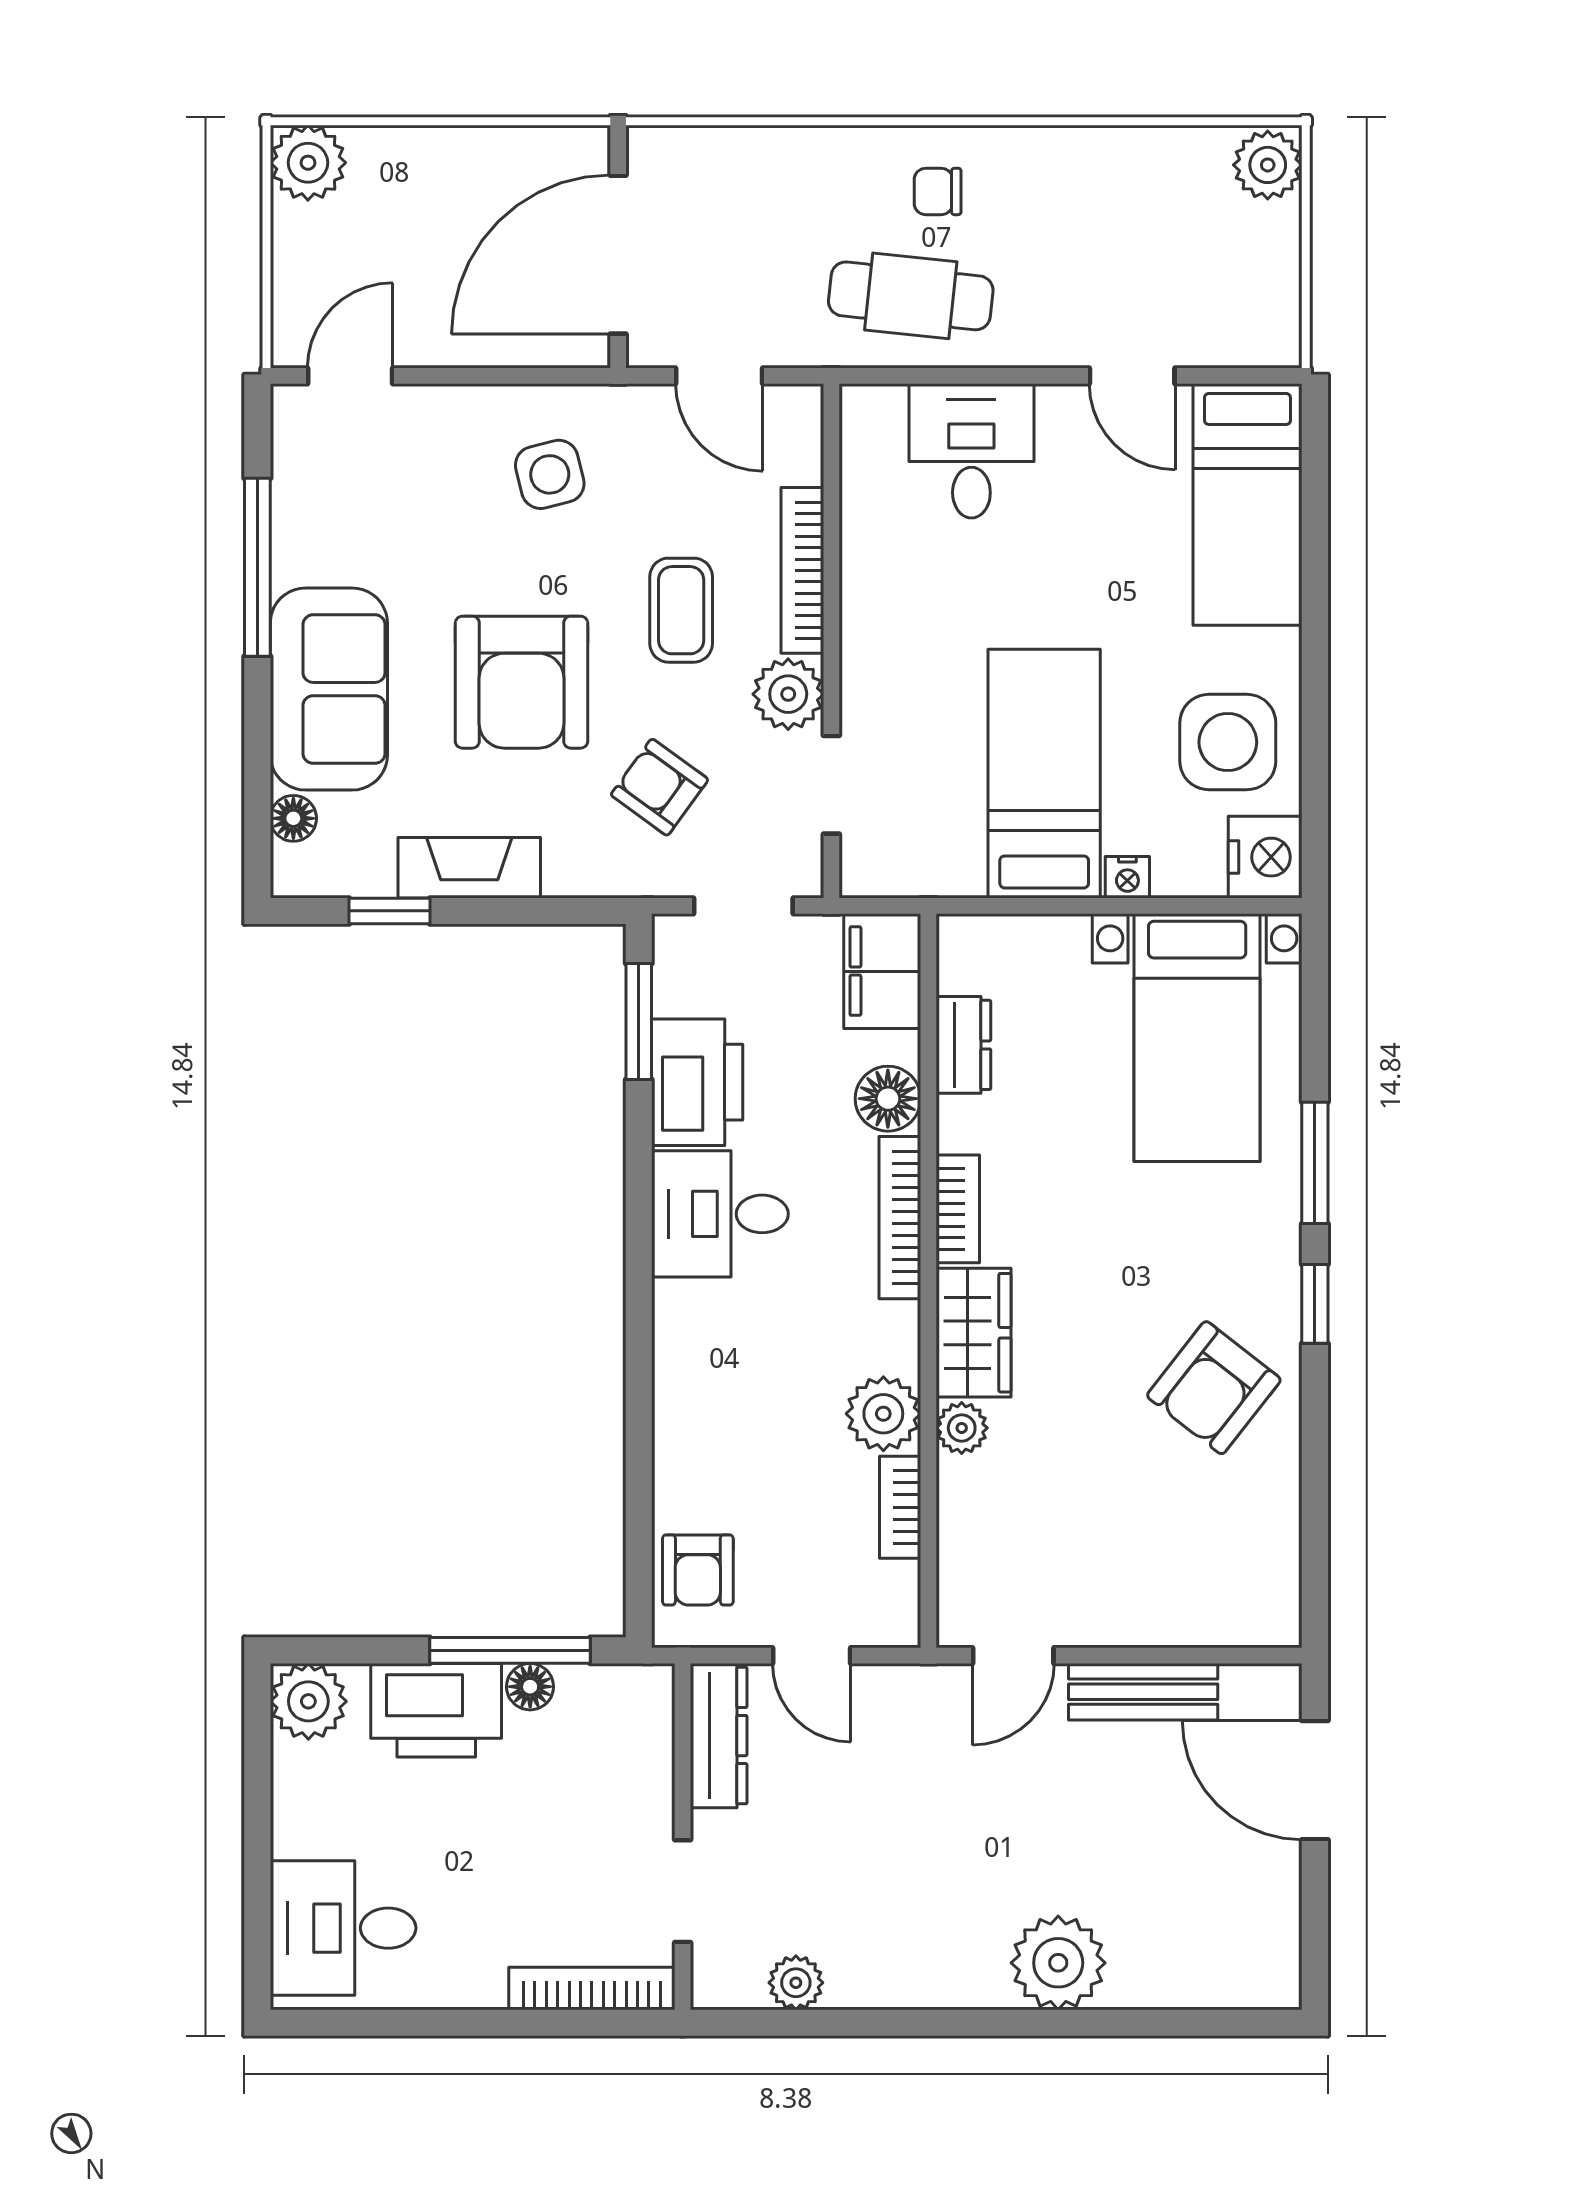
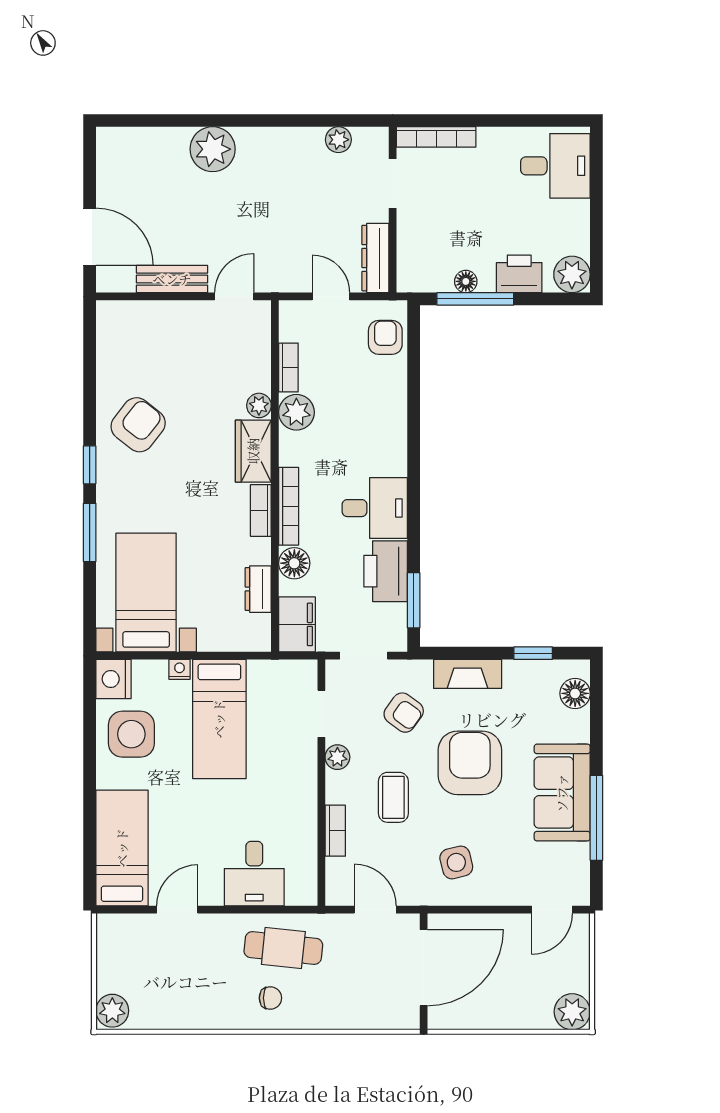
door: (1132, 376) -> (177, 910), hinge flipped
bookcase: (802, 570) -> (335, 831), width x0.64
sofa: (329, 689) -> (562, 793), moved
plant: (788, 694) -> (337, 757), width x0.73, depth x0.73
floor lamp: (293, 818) -> (575, 693), width x1.37, depth x1.37
fireplace: (469, 868) -> (468, 674), moved
printer: (436, 1710) -> (519, 274), width x0.73, depth x0.84

